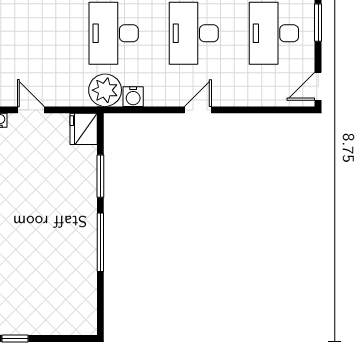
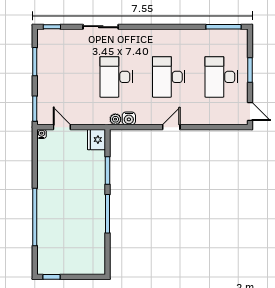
door: (318, 86) -> (250, 112), swing flipped
plant: (105, 90) -> (115, 119), width x0.53, depth x0.53

